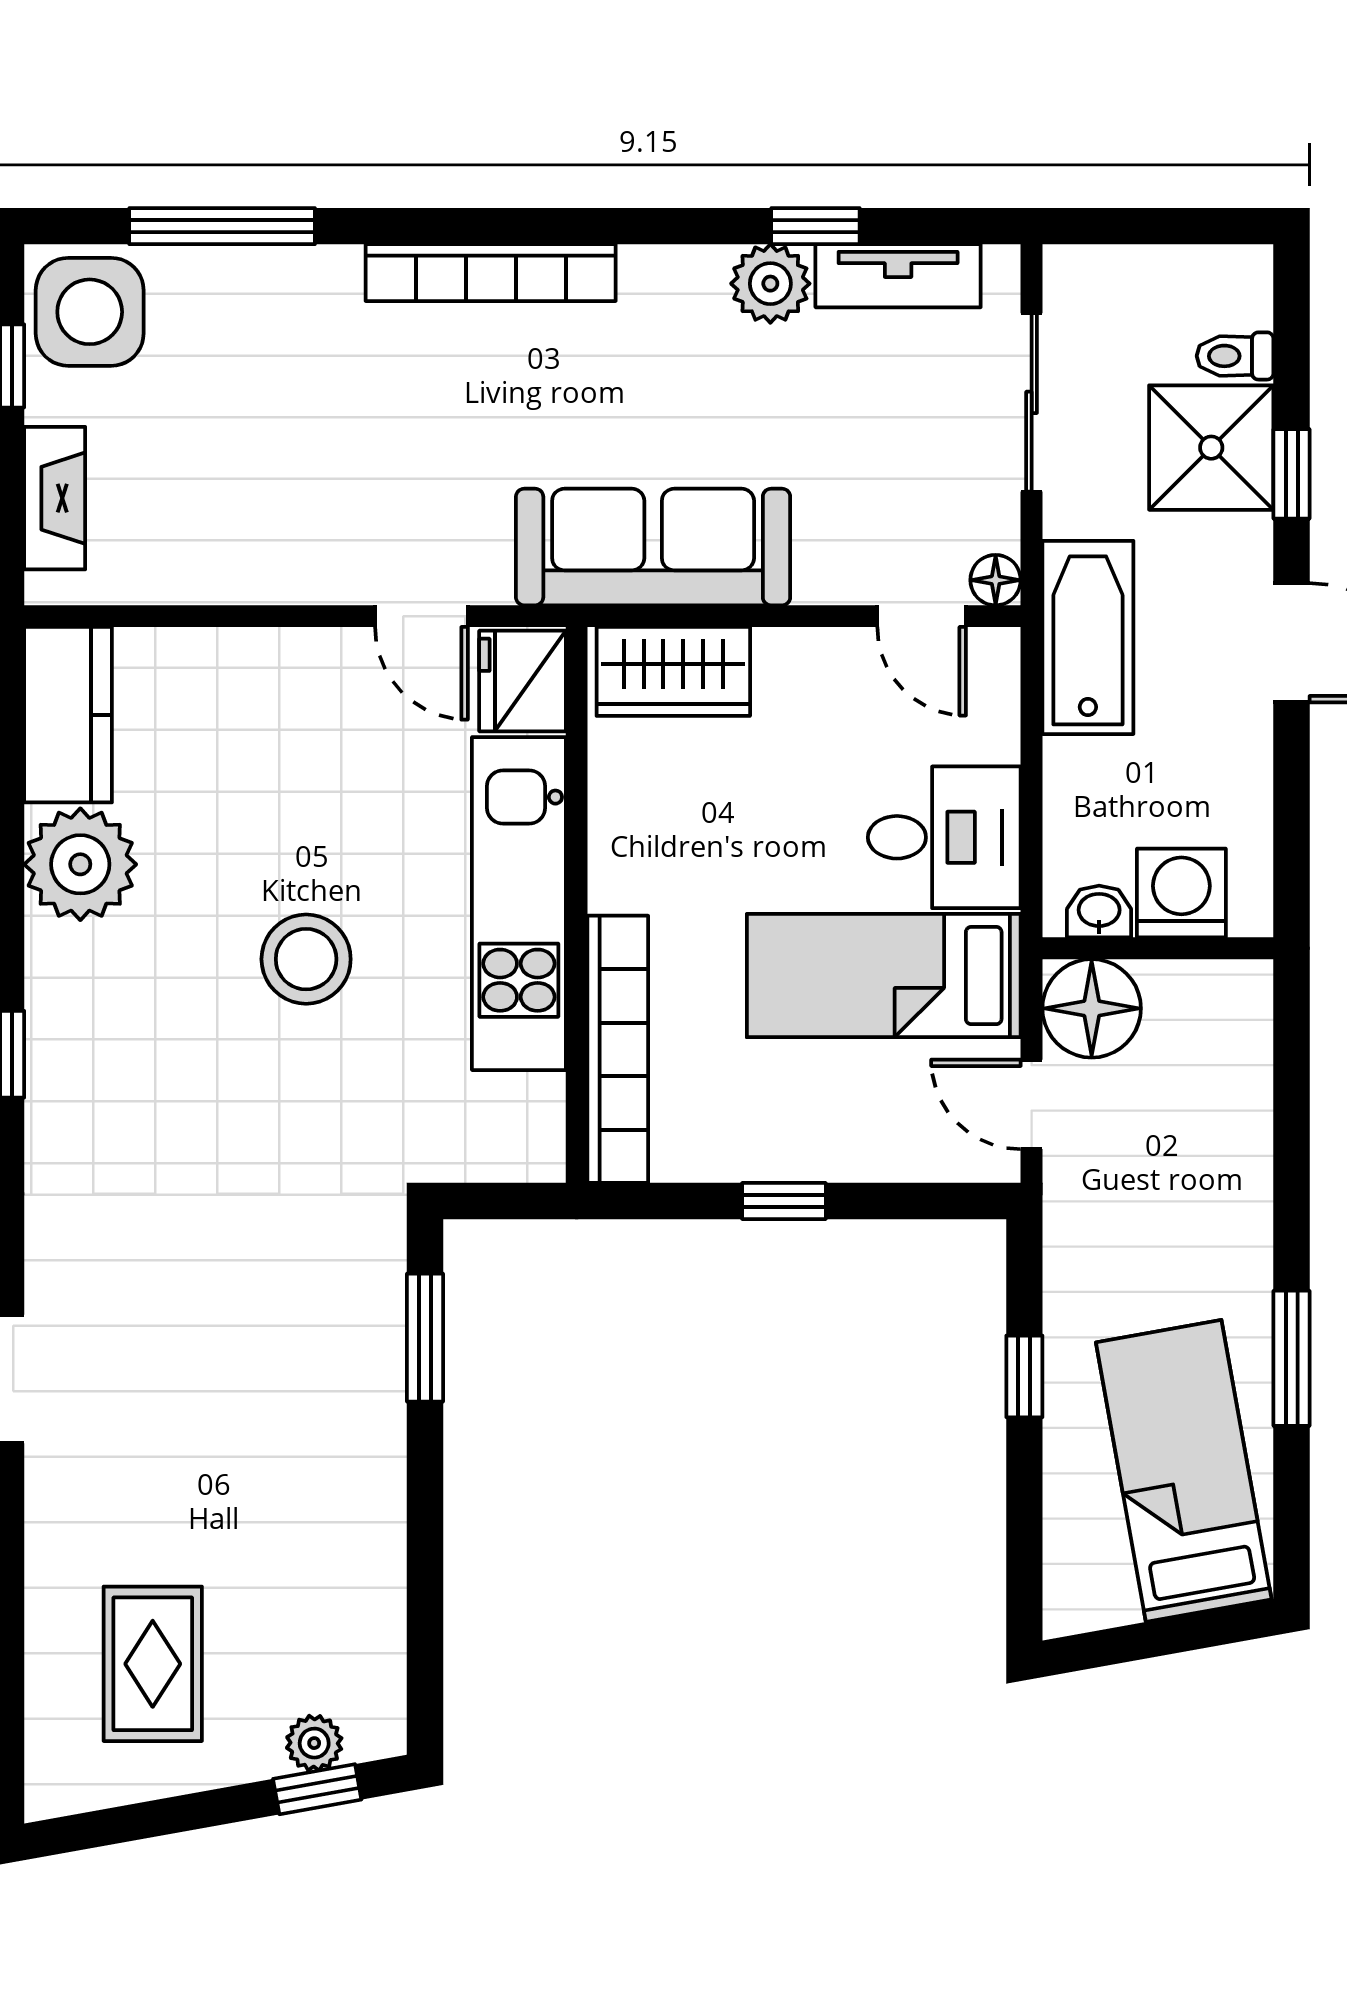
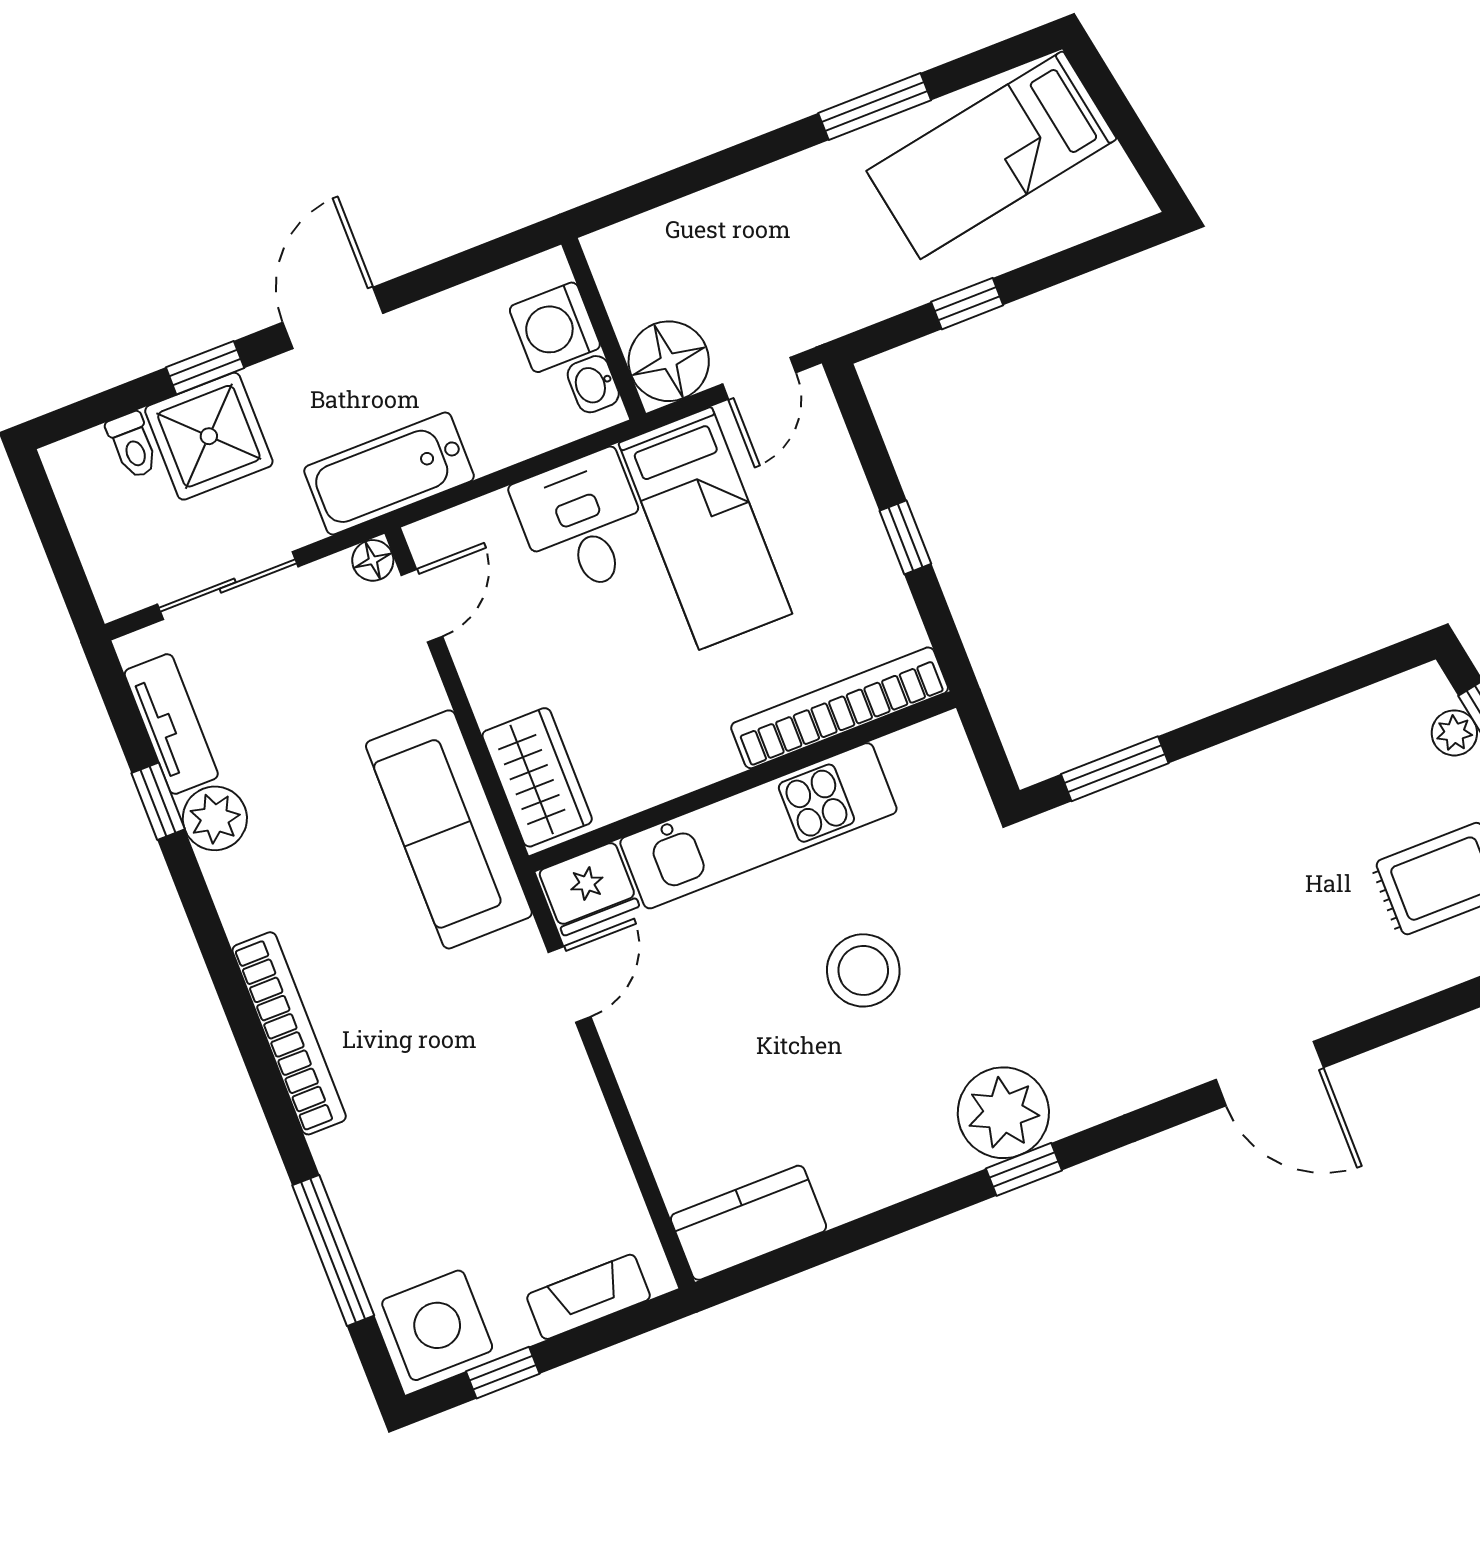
plant: (80, 864) -> (1003, 1113), moved

